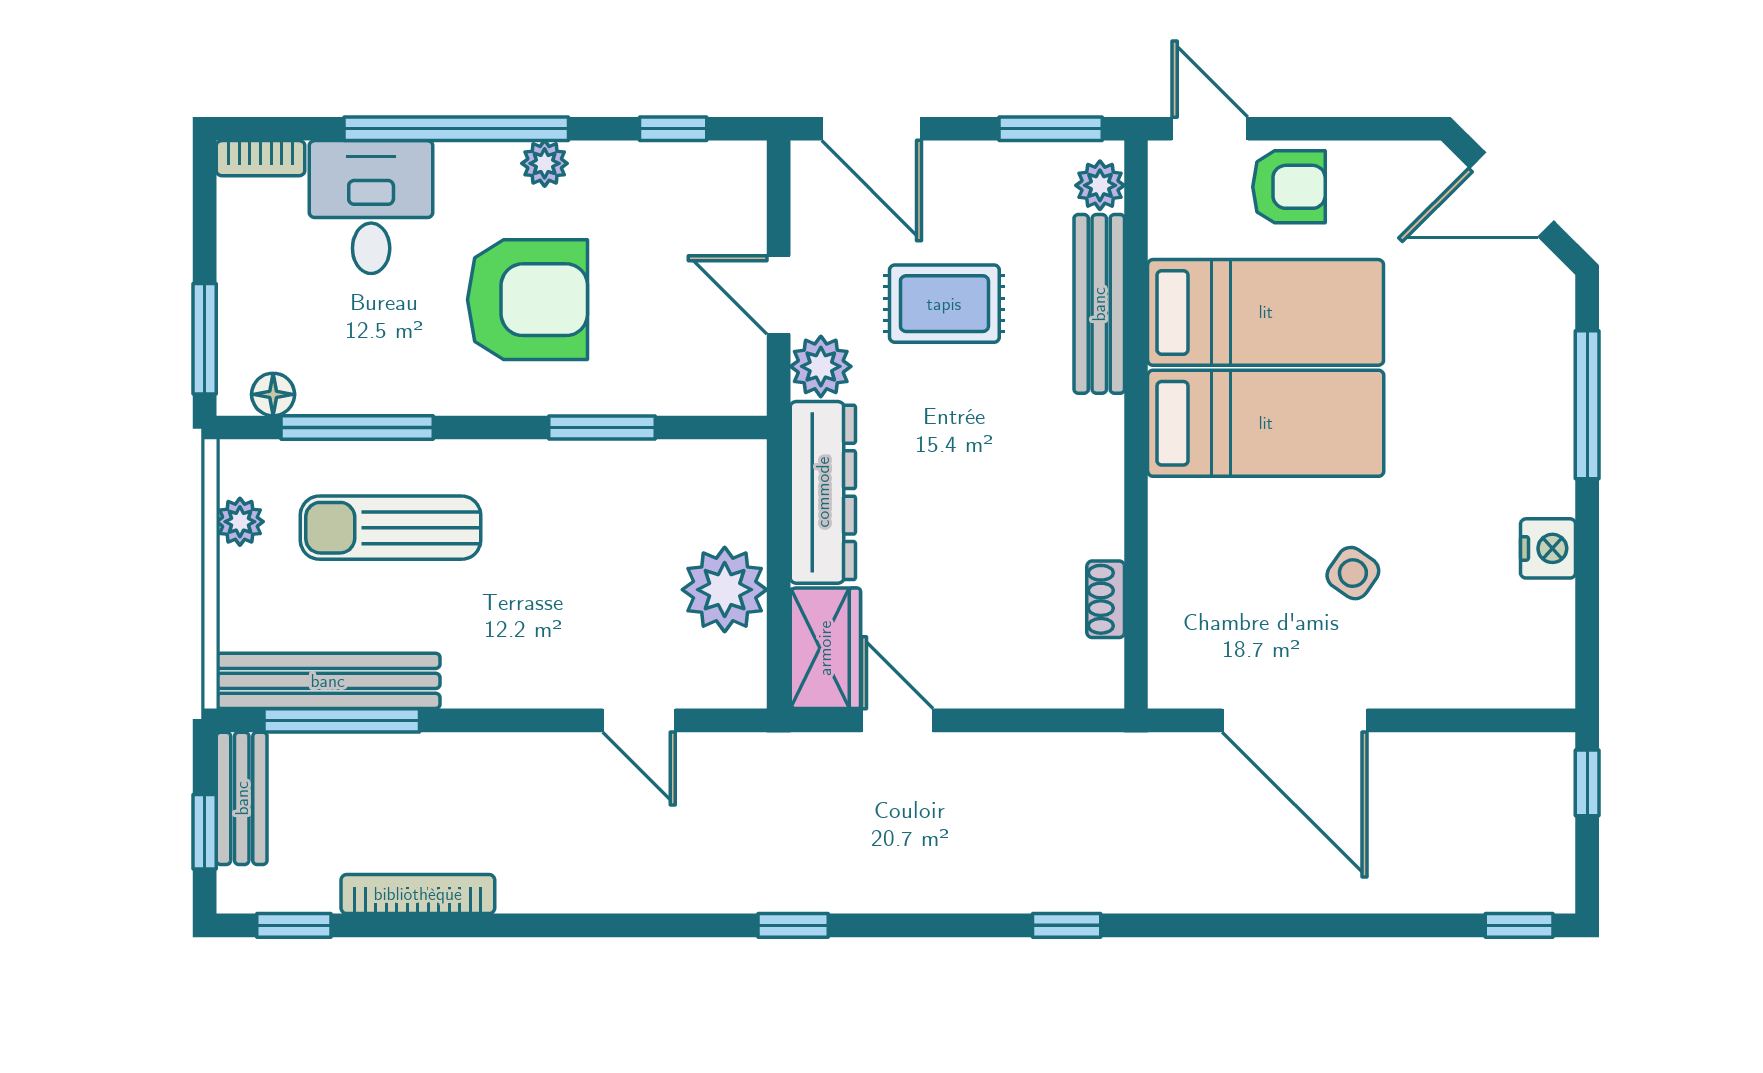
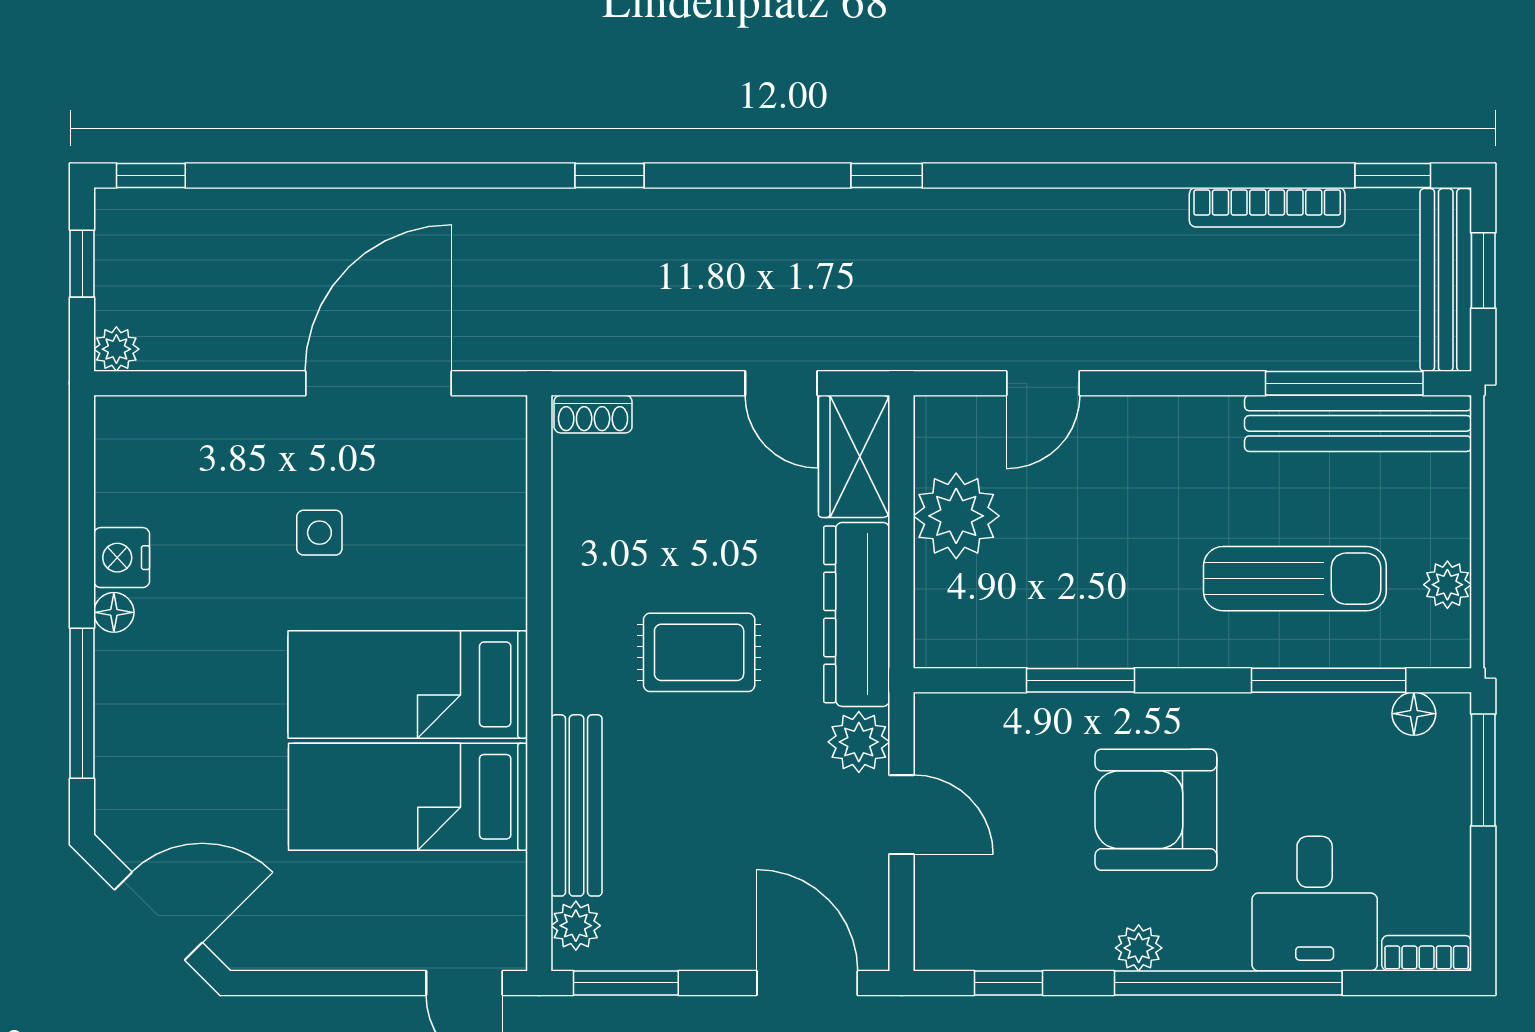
armchair: (1289, 187) -> (384, 924), removed
rug: (944, 304) -> (699, 652), moved
floor lamp: (1556, 494) -> (114, 612), added
side table: (1353, 573) -> (319, 533), turned -35
shoe rack: (1106, 599) -> (593, 414), moved, turned 90
door: (639, 720) -> (1043, 383), swing flipped
door: (1295, 720) -> (379, 383), hinge flipped
plant: (1553, 754) -> (116, 349), added
window: (1587, 783) -> (82, 264), moved
bench: (242, 798) -> (1446, 280), width x1.36

